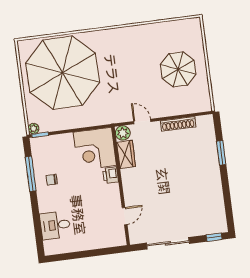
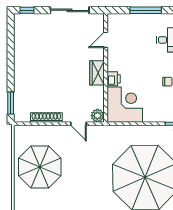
parasol: (178, 69) -> (40, 167), width x1.36, depth x1.36
window: (221, 153) -> (11, 103), moved
wardrobe: (126, 154) -> (97, 73), moved
window: (85, 254) -> (146, 10), added

